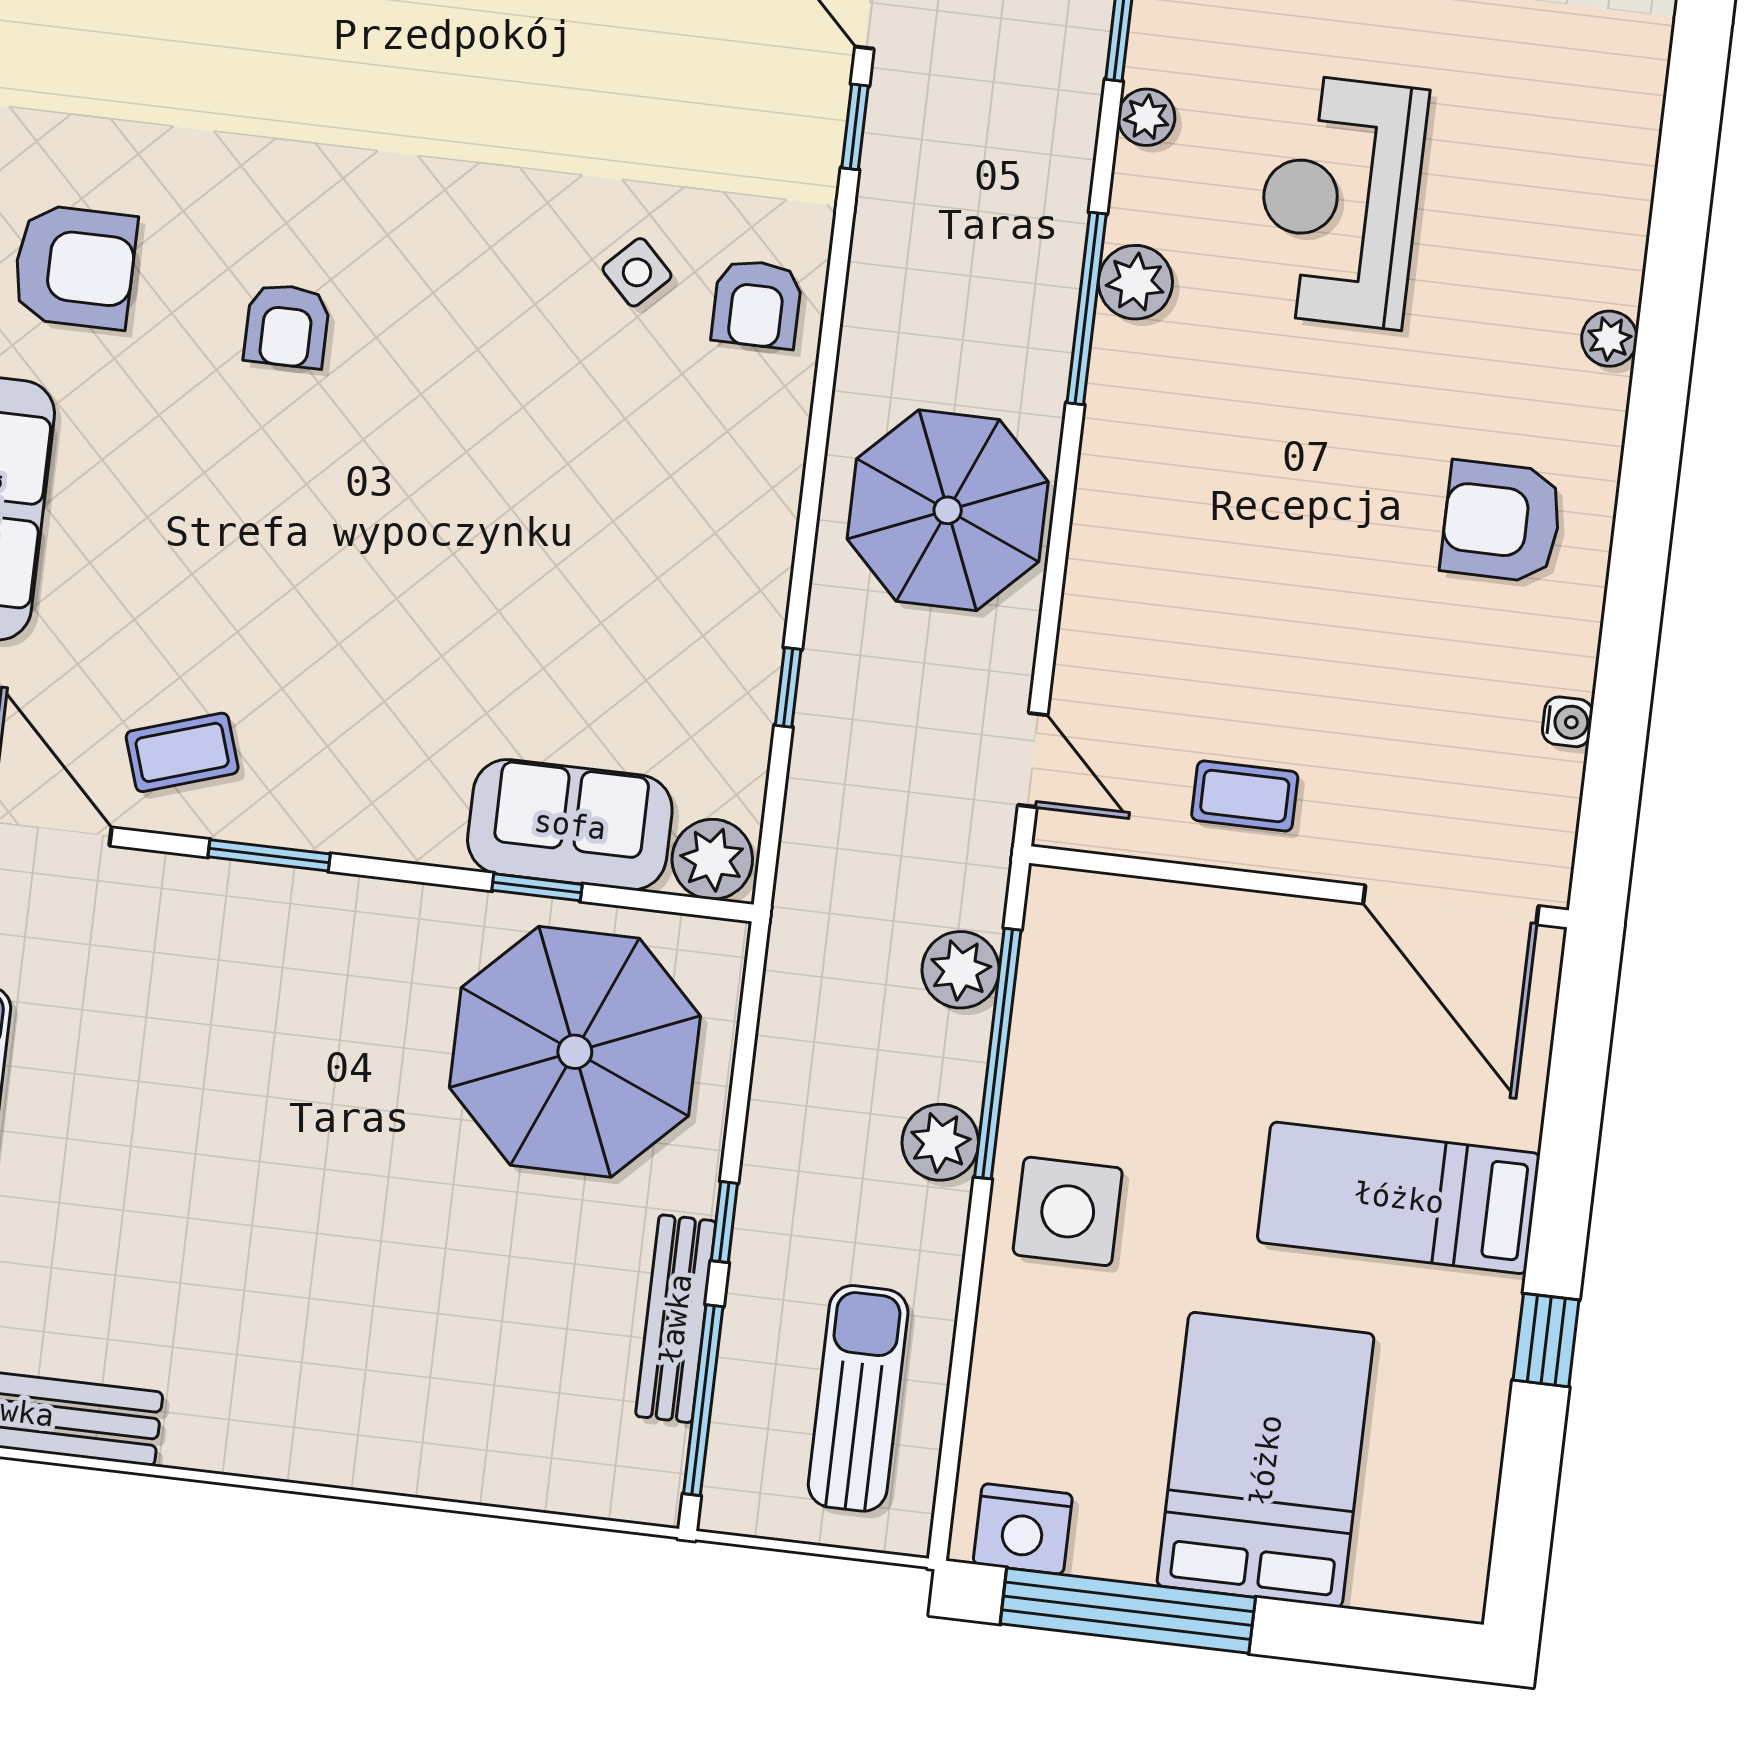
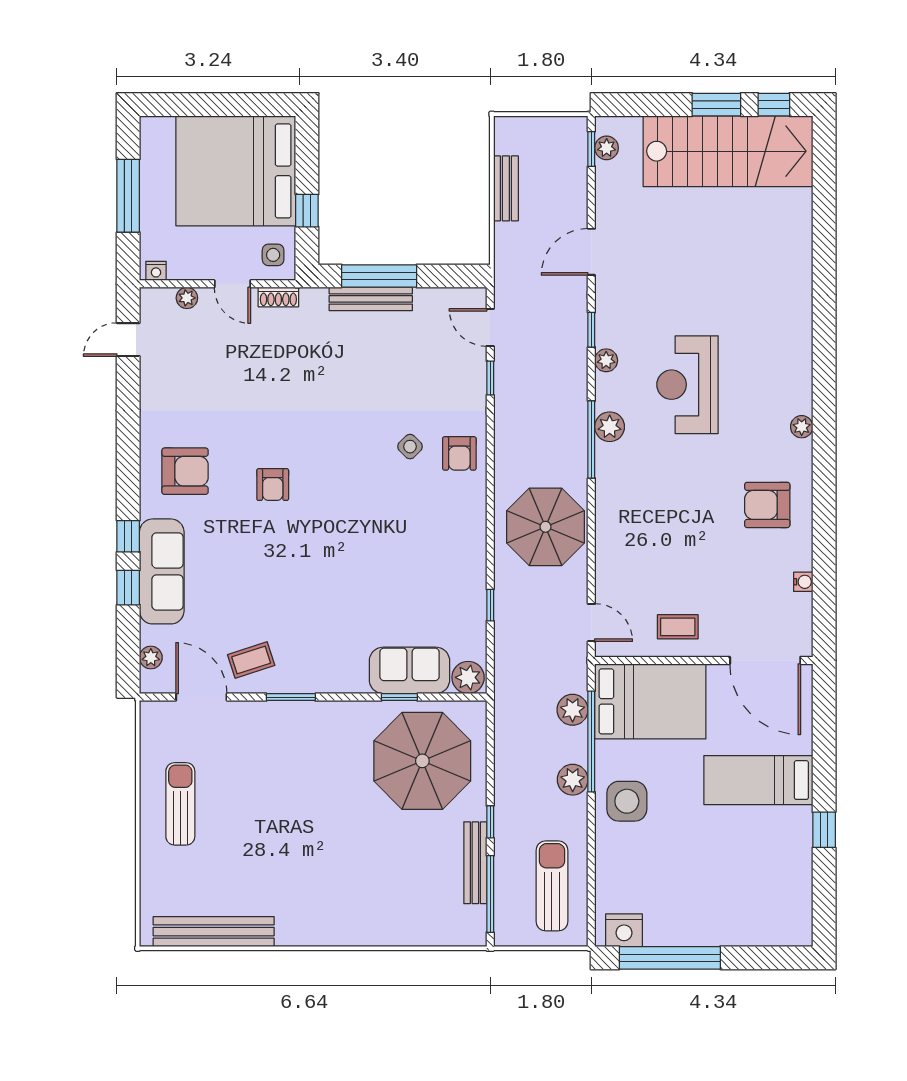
bed: (1266, 1460) -> (650, 701), moved, turned 90

